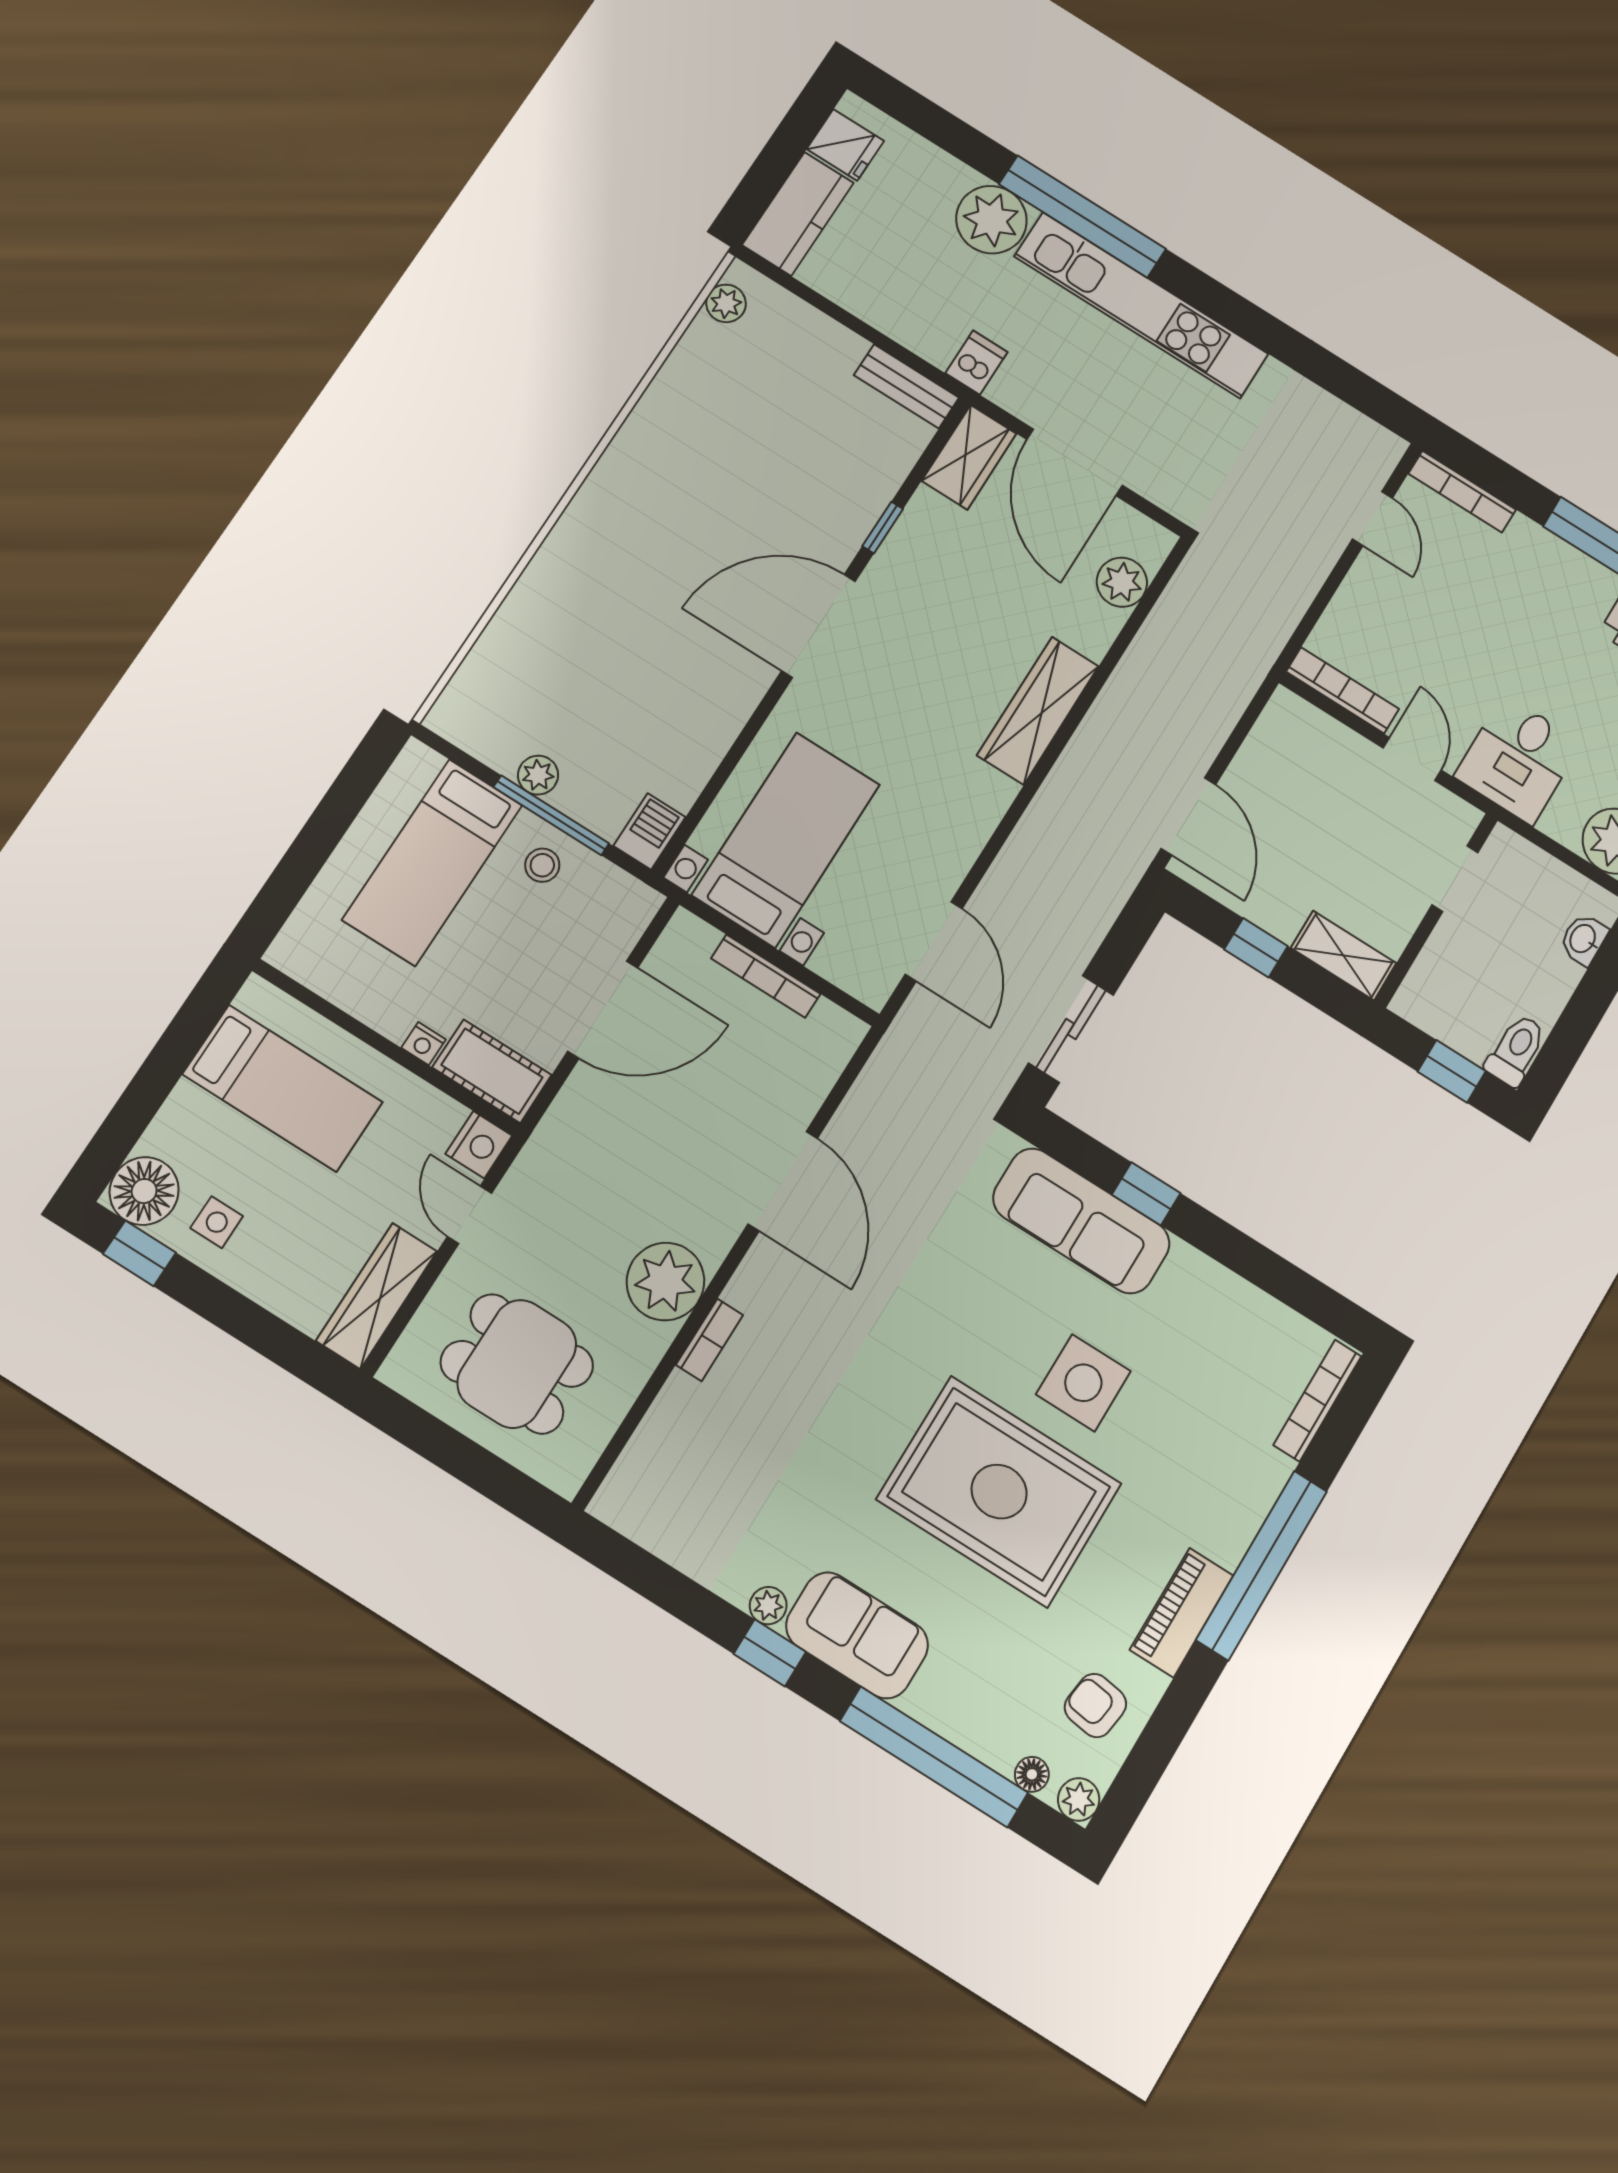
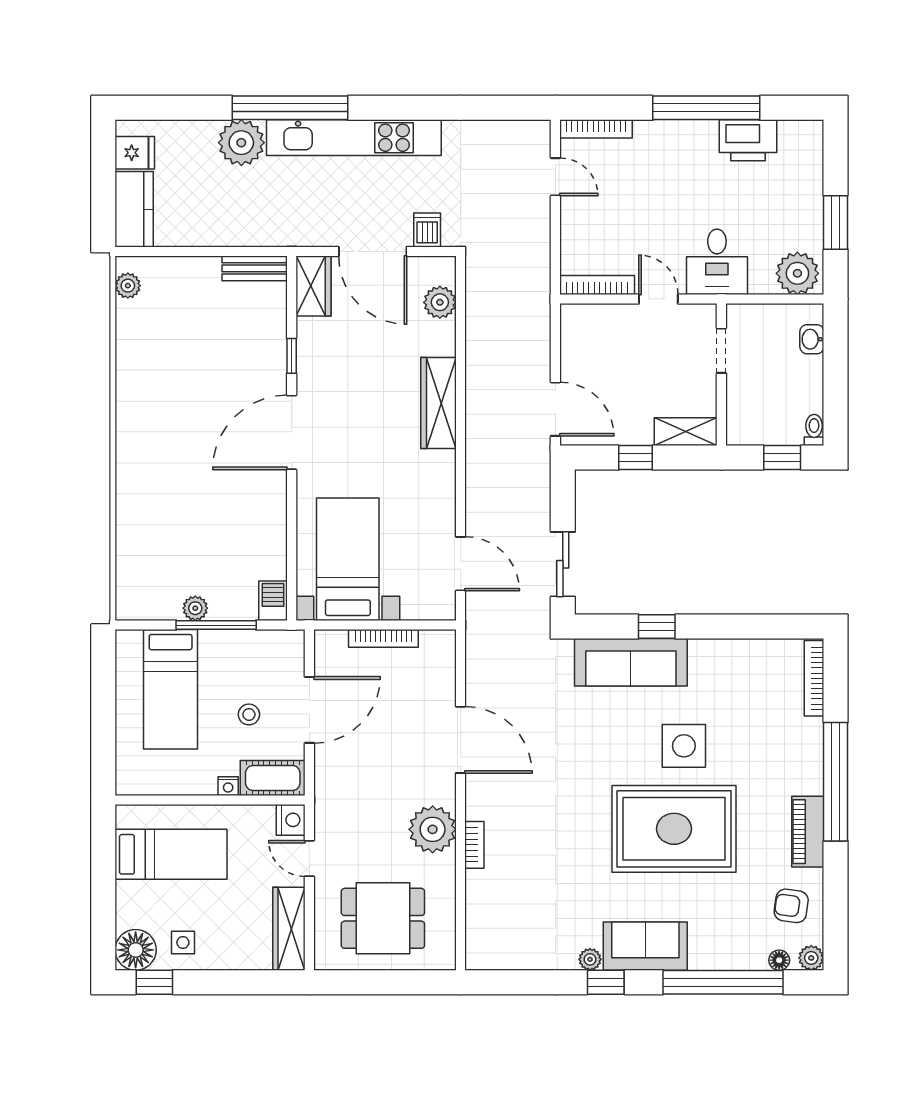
dishwasher: (976, 363) -> (427, 230), moved
stool: (542, 865) -> (249, 714), moved
toilet: (1516, 1050) -> (814, 430), width x0.73, depth x0.72

